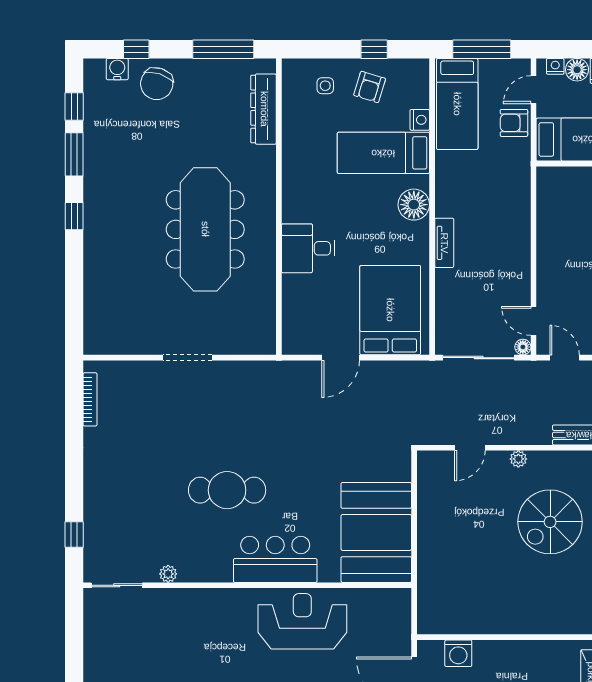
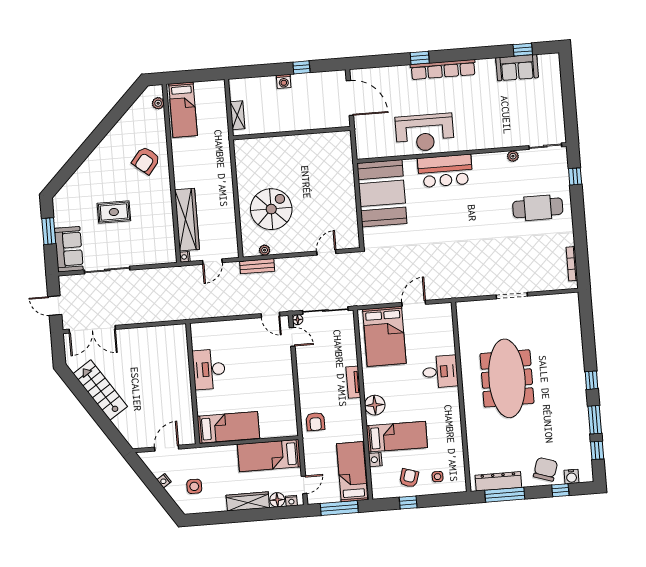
dresser: (264, 109) -> (498, 481), moved, turned -90
armchair: (514, 123) -> (315, 422), moved, turned 90
plant: (518, 459) -> (265, 250), moved
cafe table: (227, 490) -> (538, 208), moved
washing machine: (458, 653) -> (323, 120), removed

